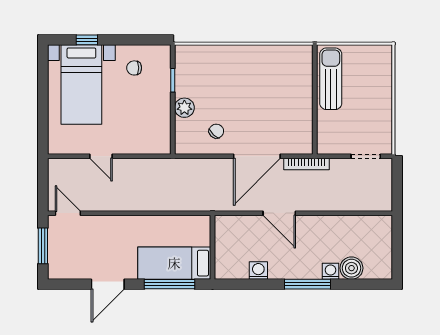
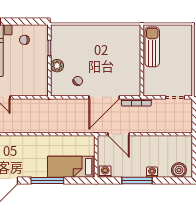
wall: (212, 247) -> (96, 156), moved
bed: (174, 263) -> (71, 167), moved
boiler: (351, 268) -> (179, 170), moved

